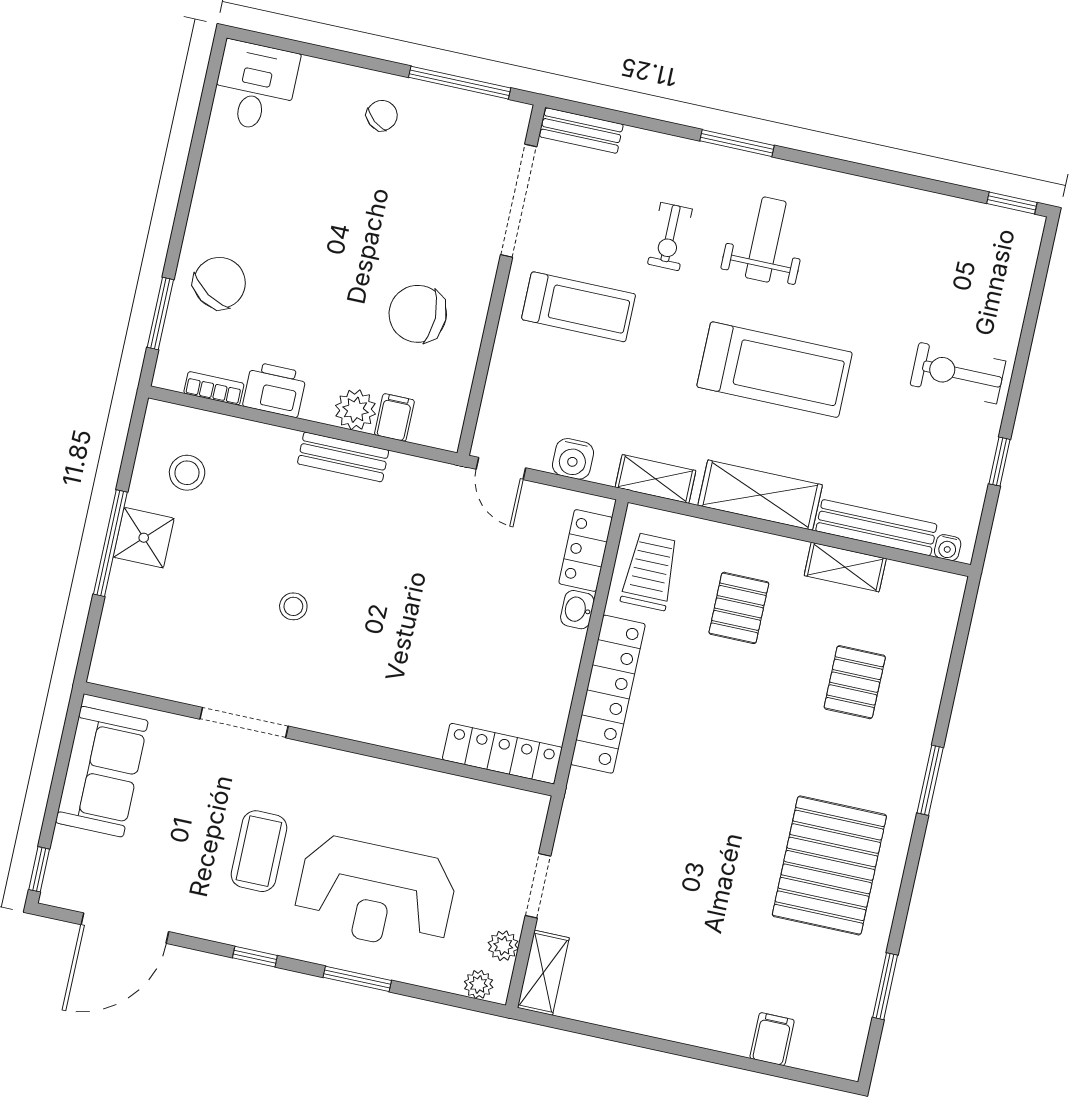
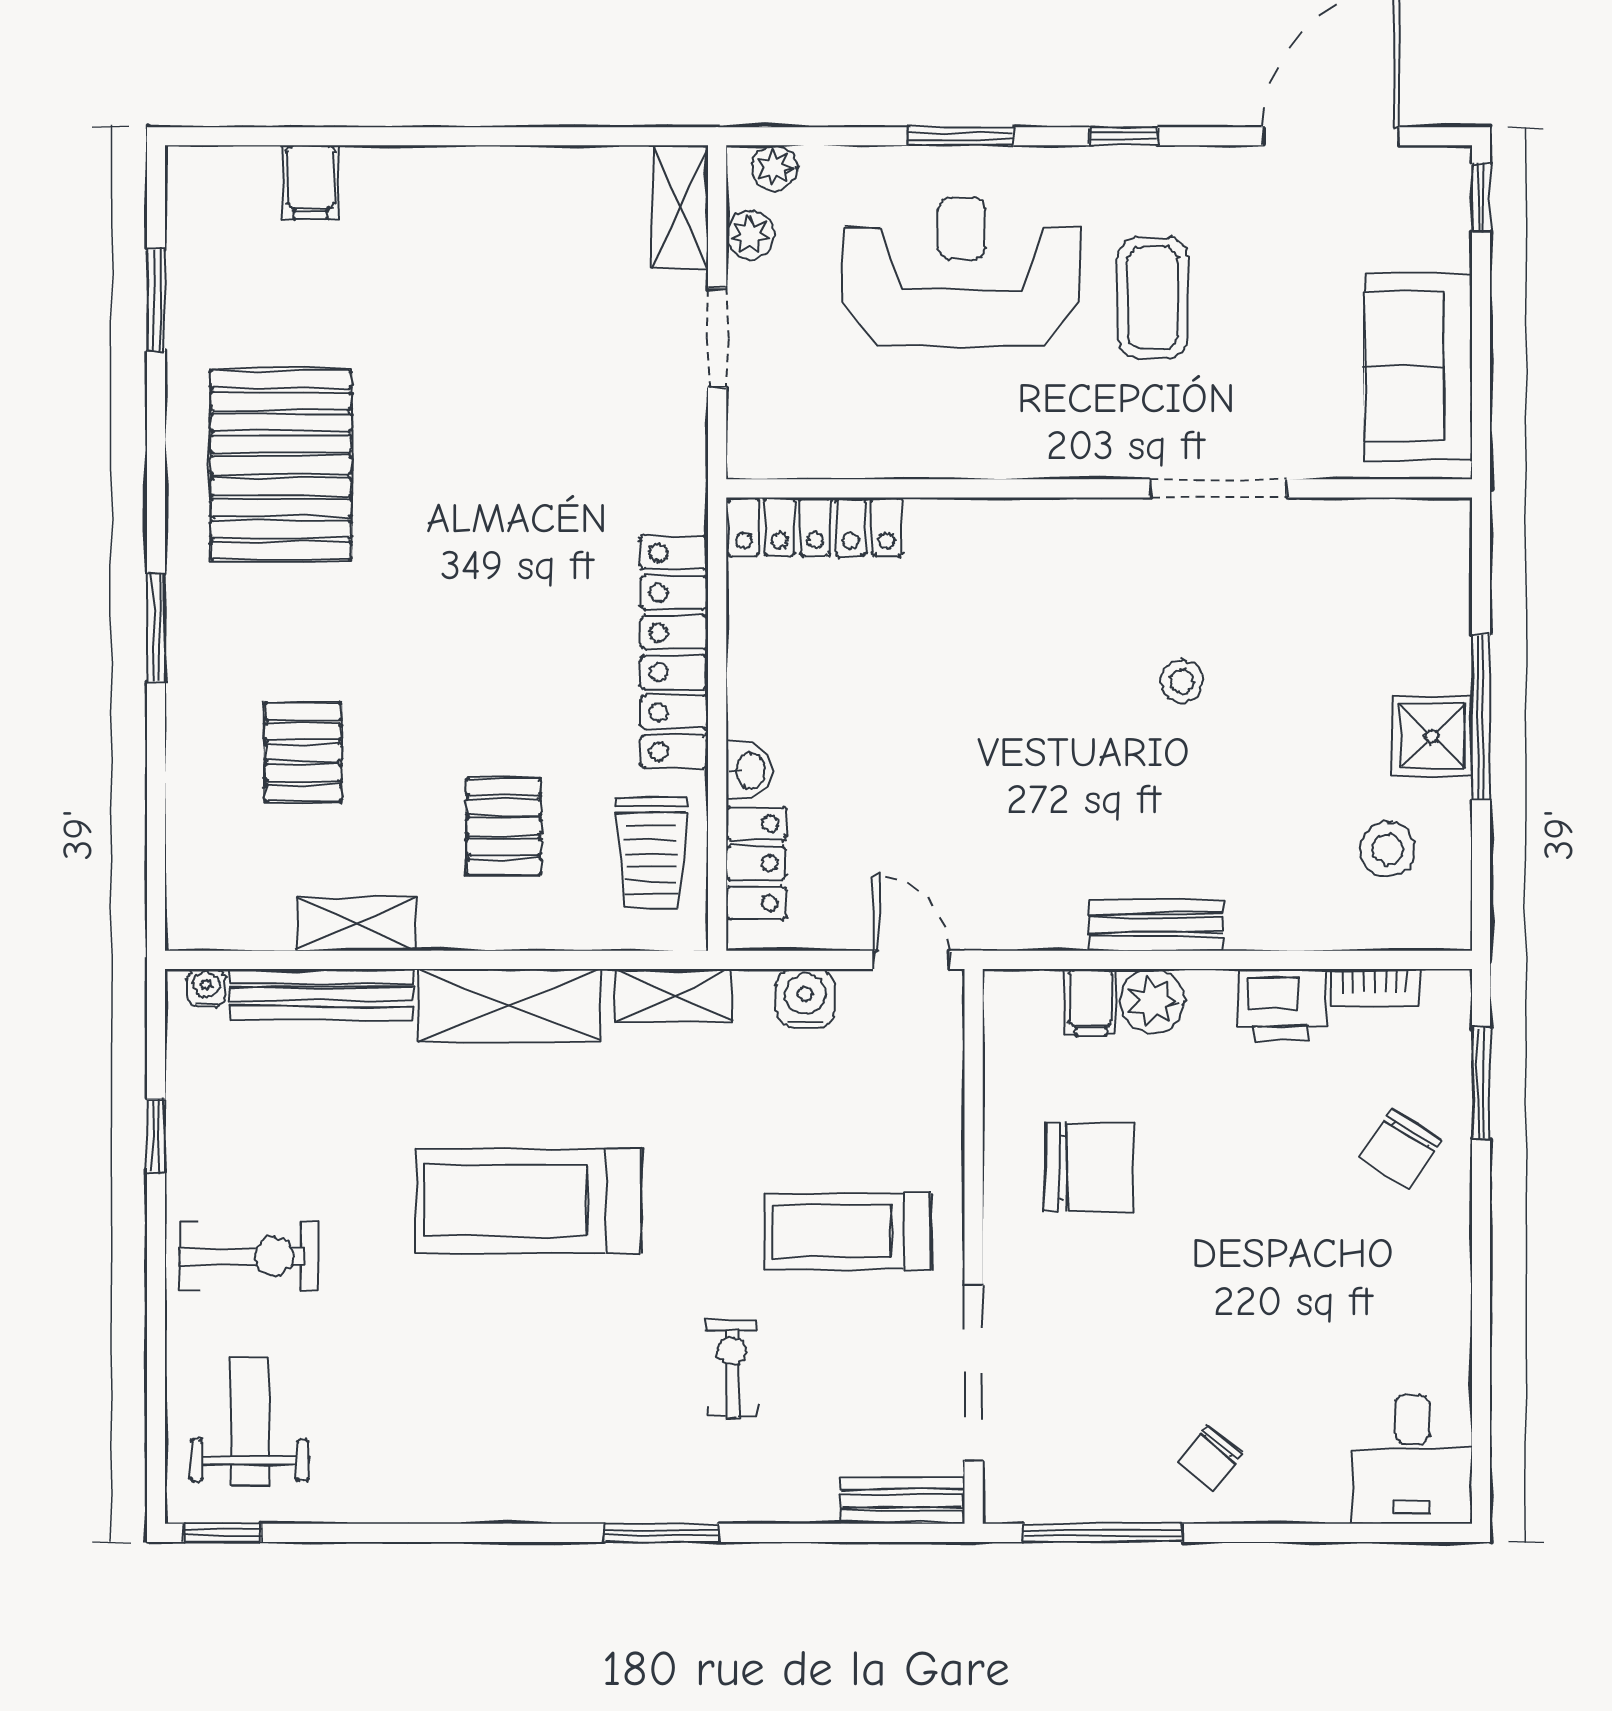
weight bench: (766, 240) -> (250, 1422), moved, turned 180
chair: (220, 283) -> (1401, 1149), width x0.73, depth x0.73

